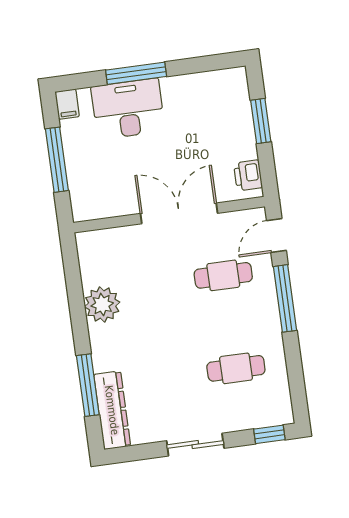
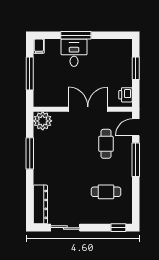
desk: (128, 109) -> (74, 53), width x0.73
cafe table: (223, 275) -> (106, 144), turned 90
plant: (102, 305) -> (43, 121), moved
window: (88, 385) -> (30, 153), moved
sliding door: (195, 445) -> (65, 228), moved

